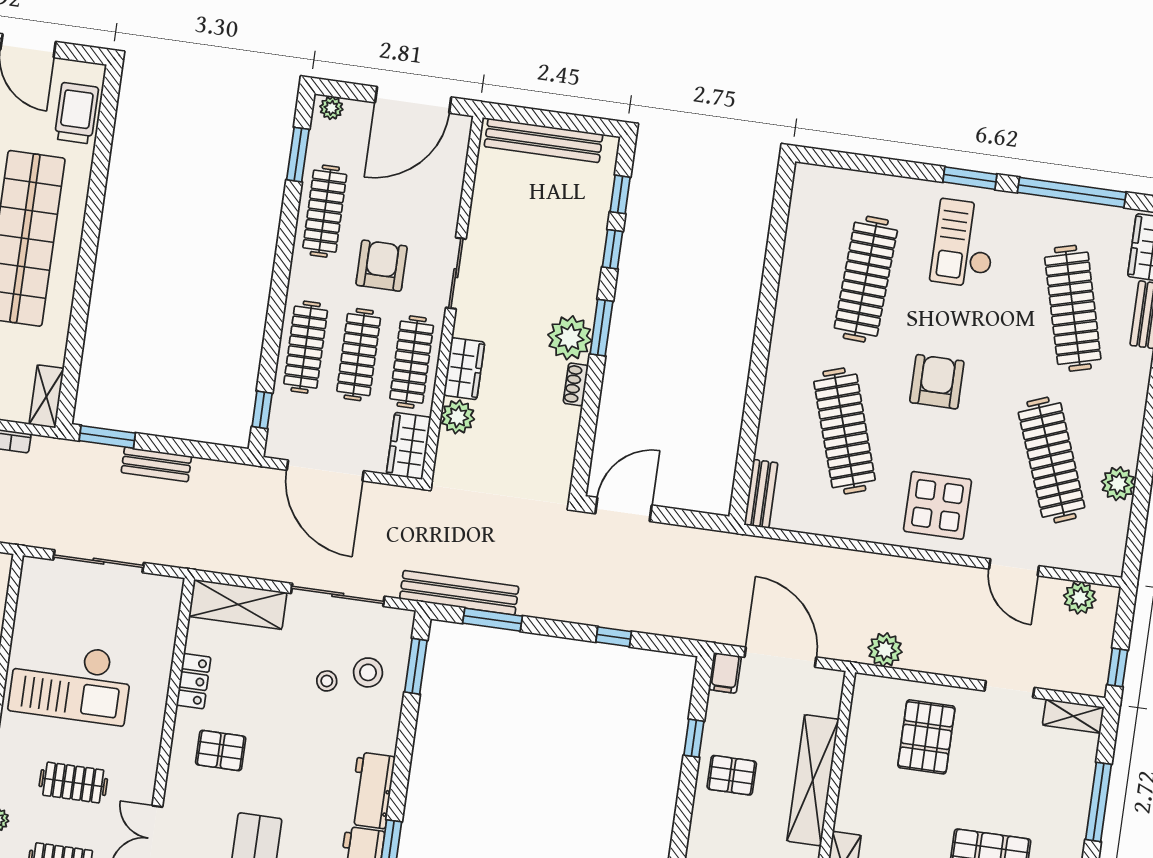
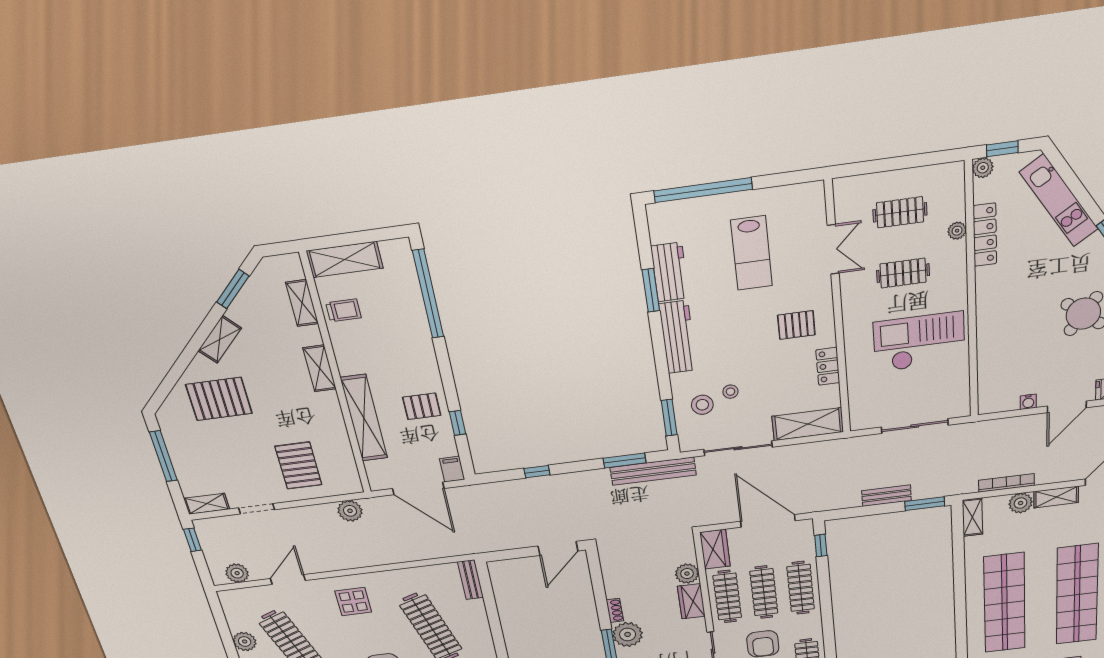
display table: (938, 505) -> (353, 602), width x0.73, depth x0.73
door: (1014, 567) -> (288, 580), hinge flipped
workbench: (372, 790) -> (678, 337), width x1.38

